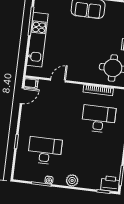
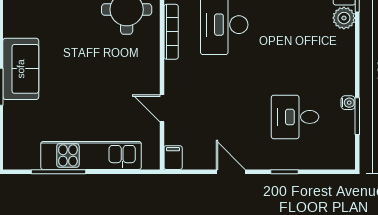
door: (22, 96) -> (231, 172), moved
desk: (45, 151) -> (295, 117), width x0.73
plant: (72, 180) -> (344, 18), moved

